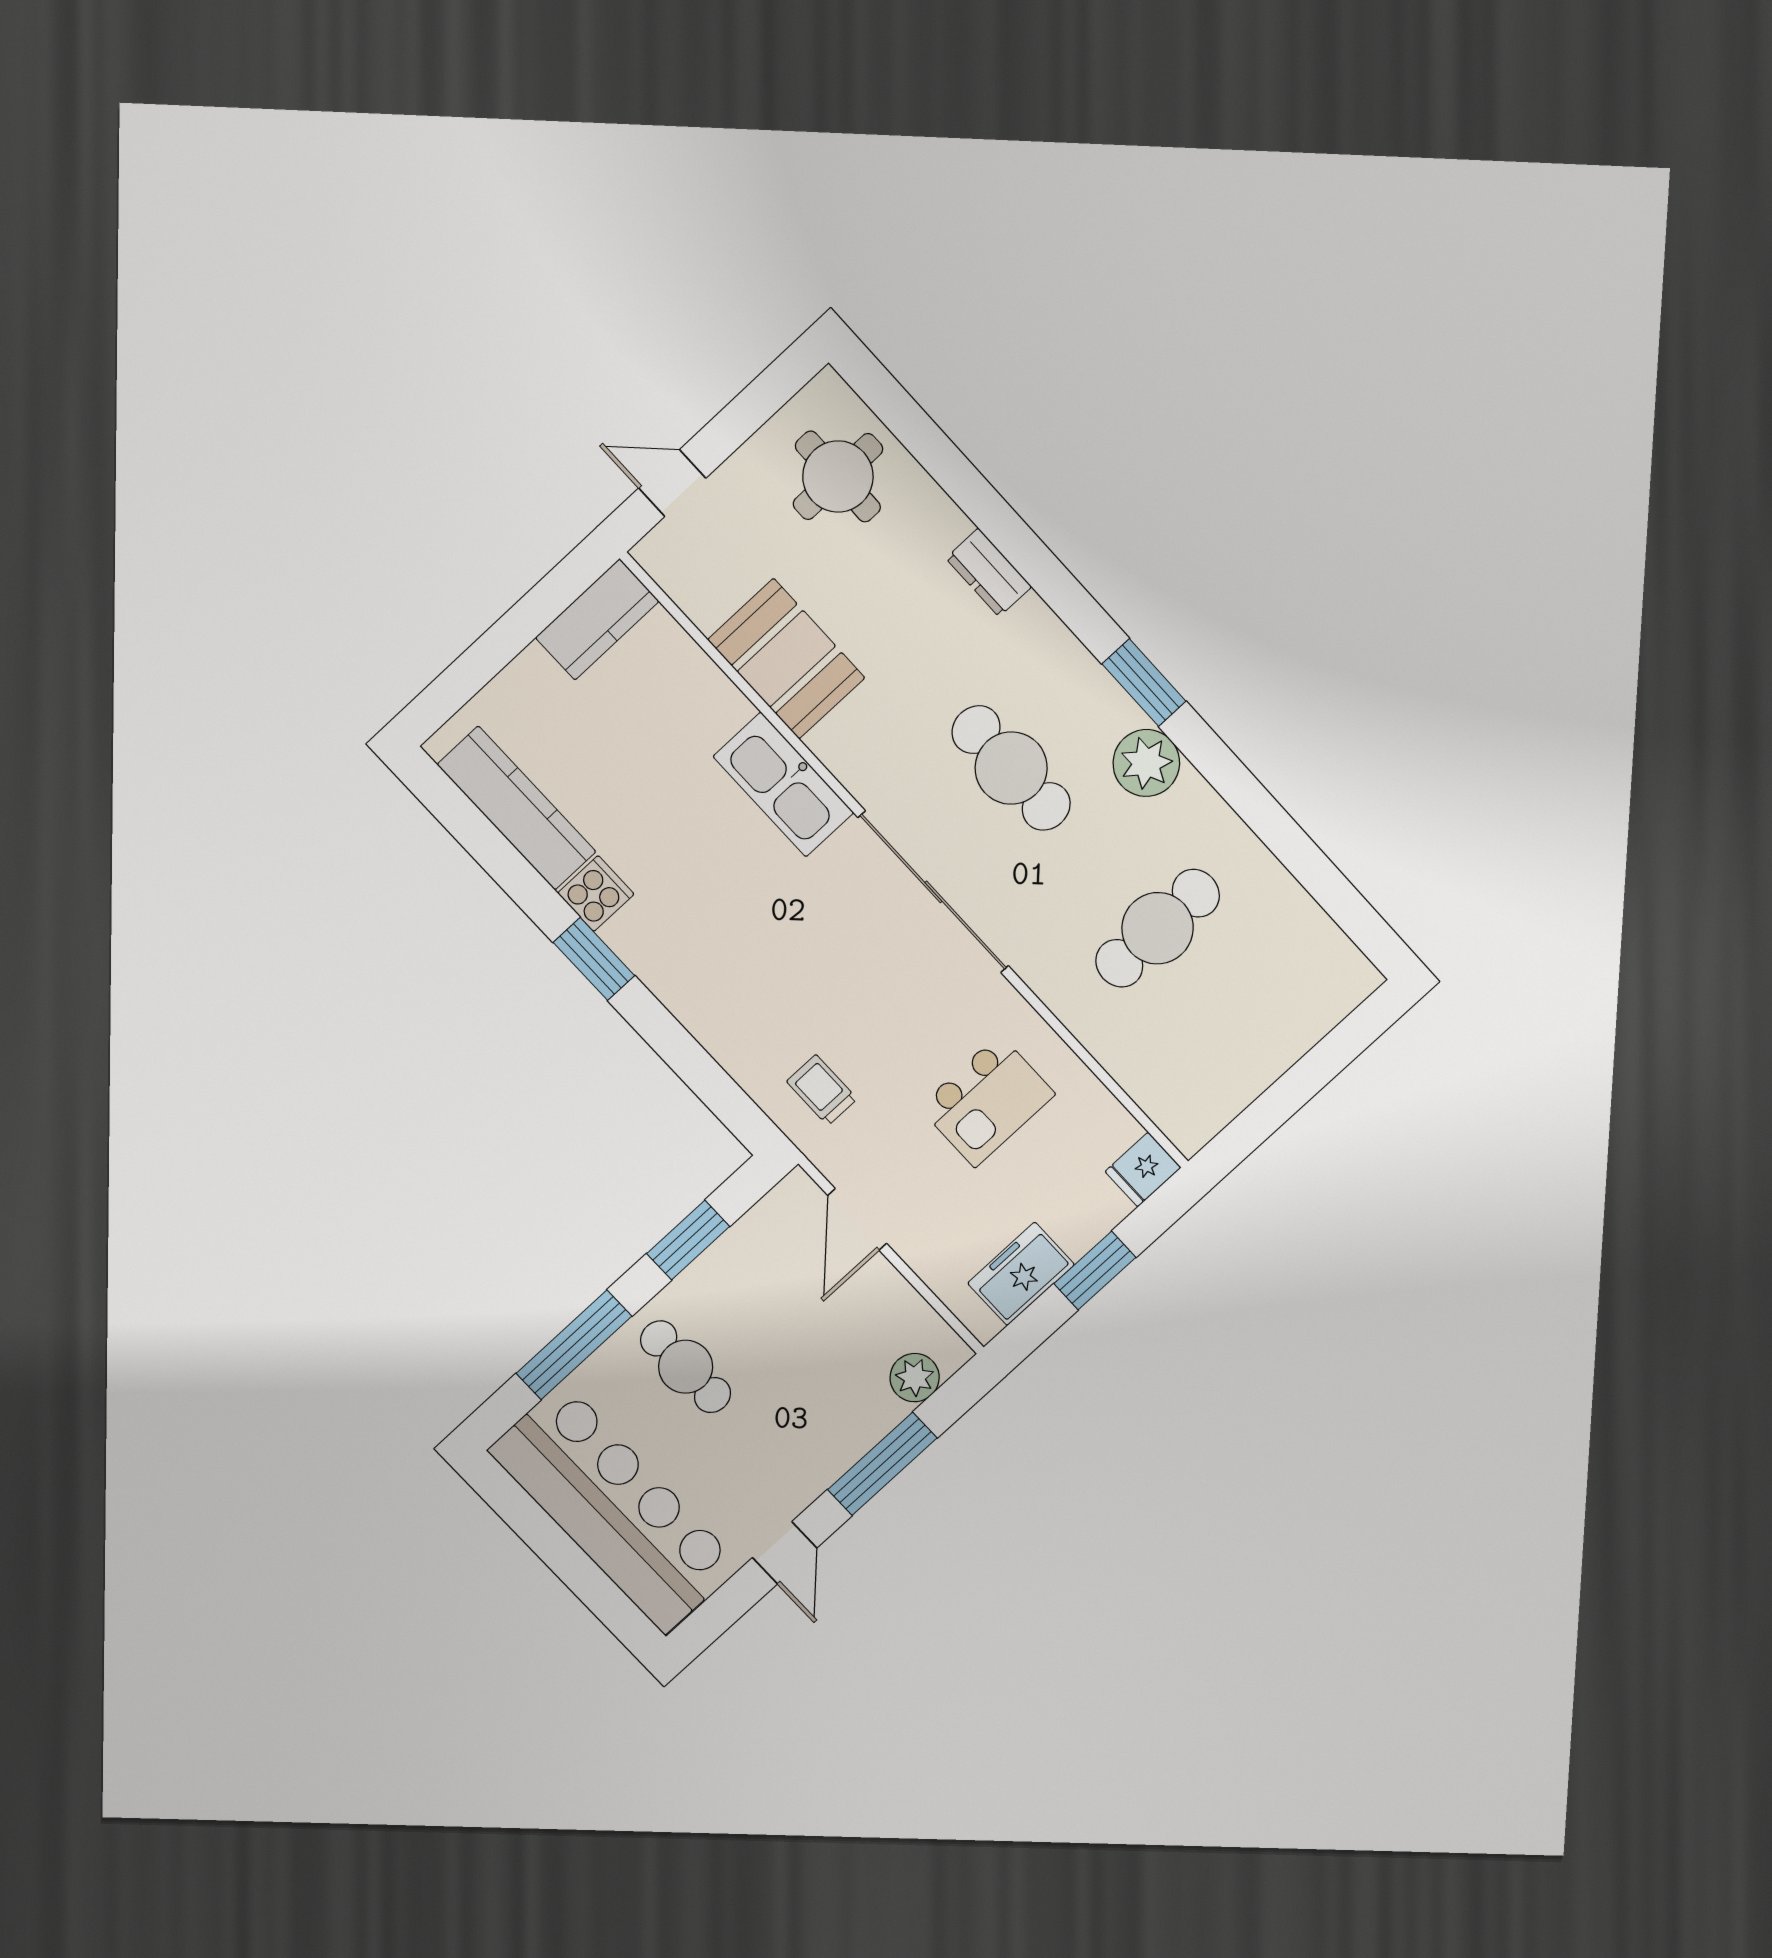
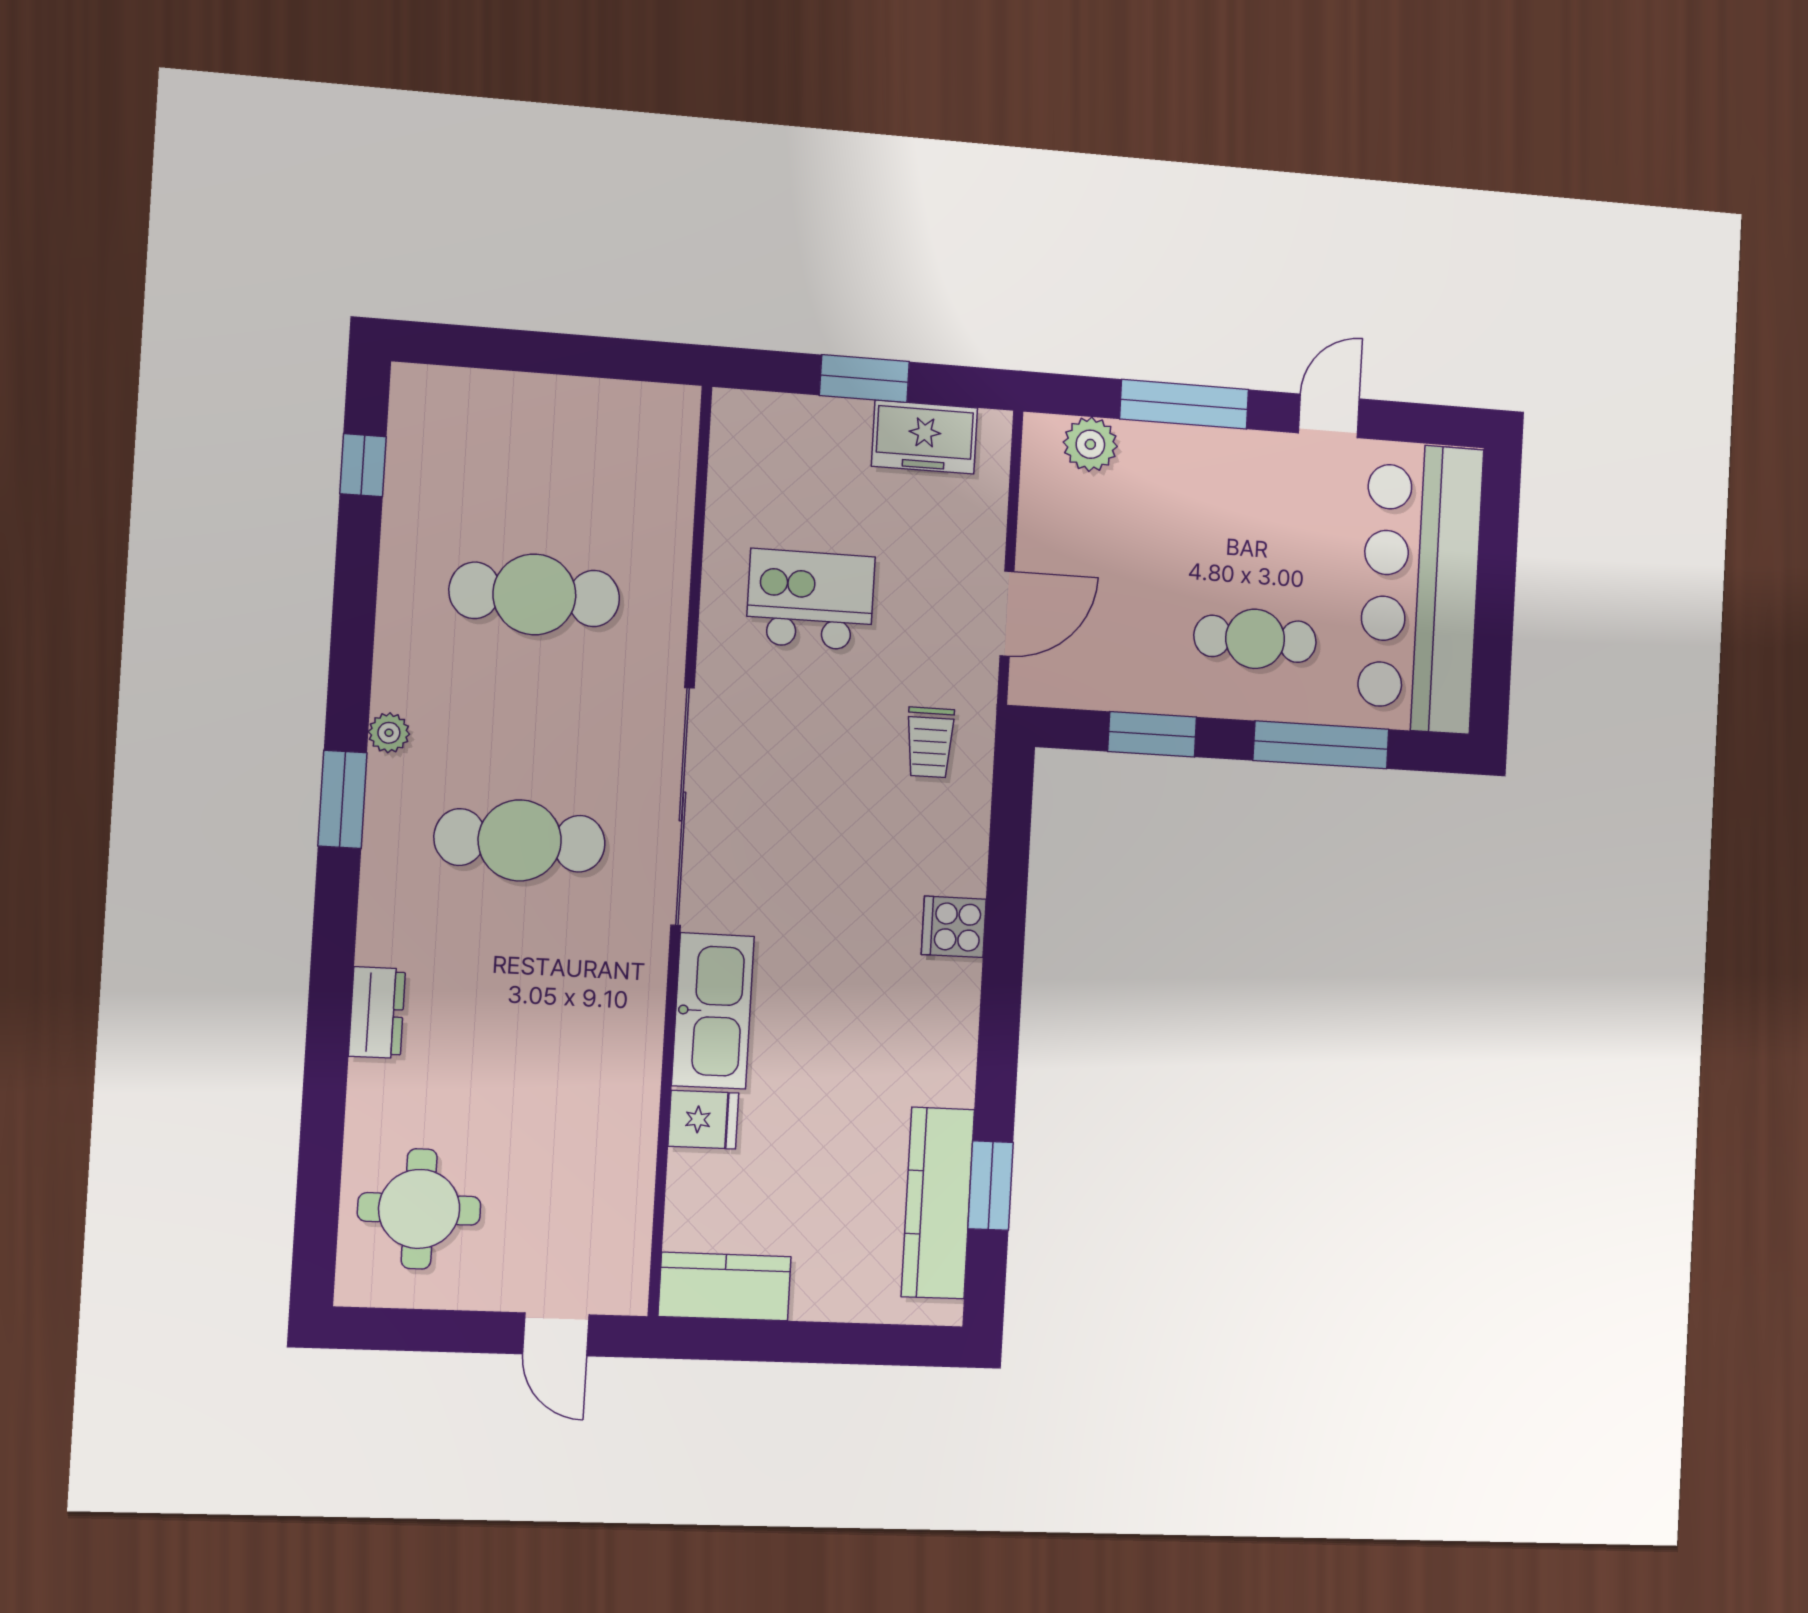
booth: (786, 659) -> (609, 1107), removed
plant: (1146, 763) -> (389, 733), width x0.53, depth x0.53
cafe table: (1011, 768) -> (520, 840), turned 90
cooker: (596, 894) -> (954, 927), moved
window: (1340, 899) -> (363, 465), added
window: (594, 959) -> (991, 1186), moved
fridge: (1143, 1170) -> (703, 1120), moved
cafe table: (686, 1367) -> (1255, 639), turned 90

